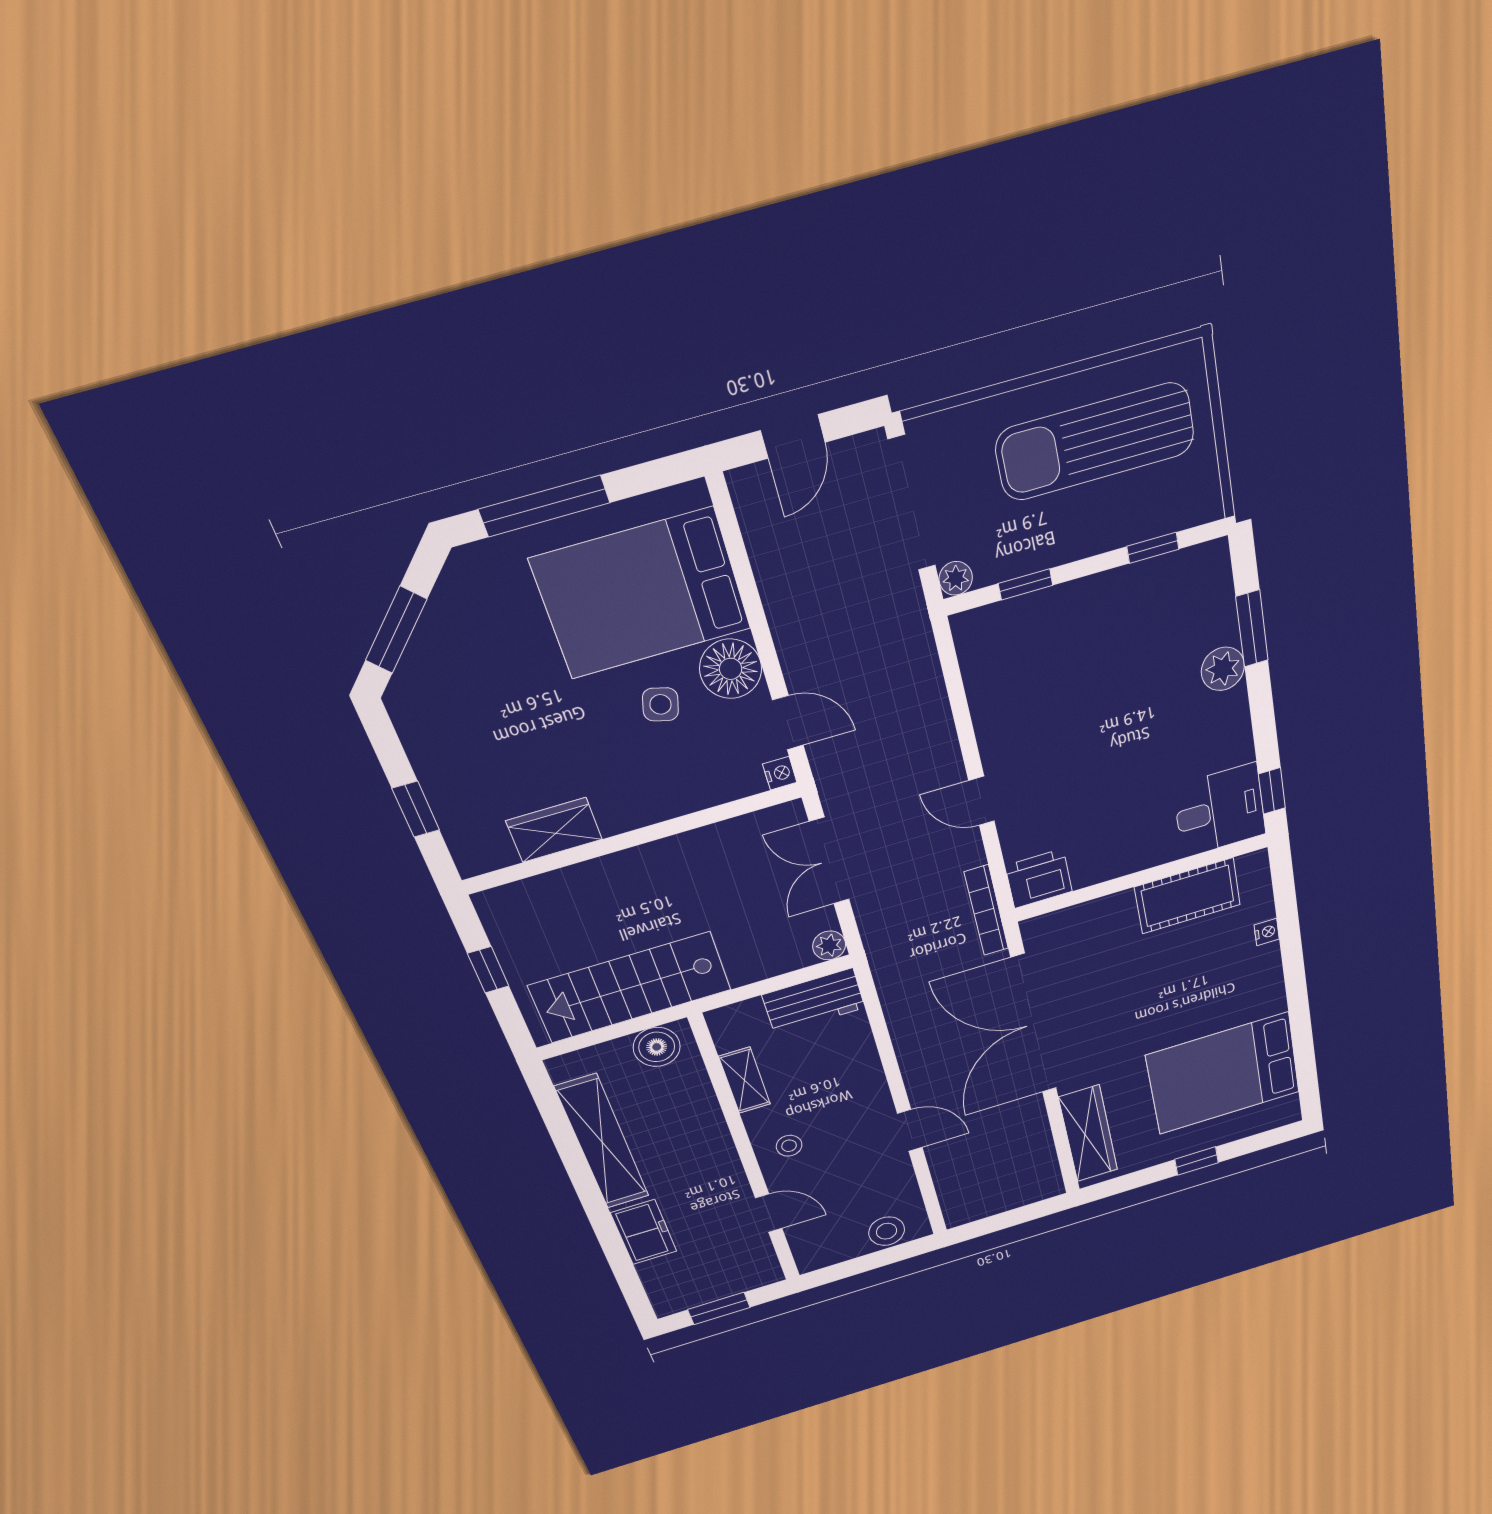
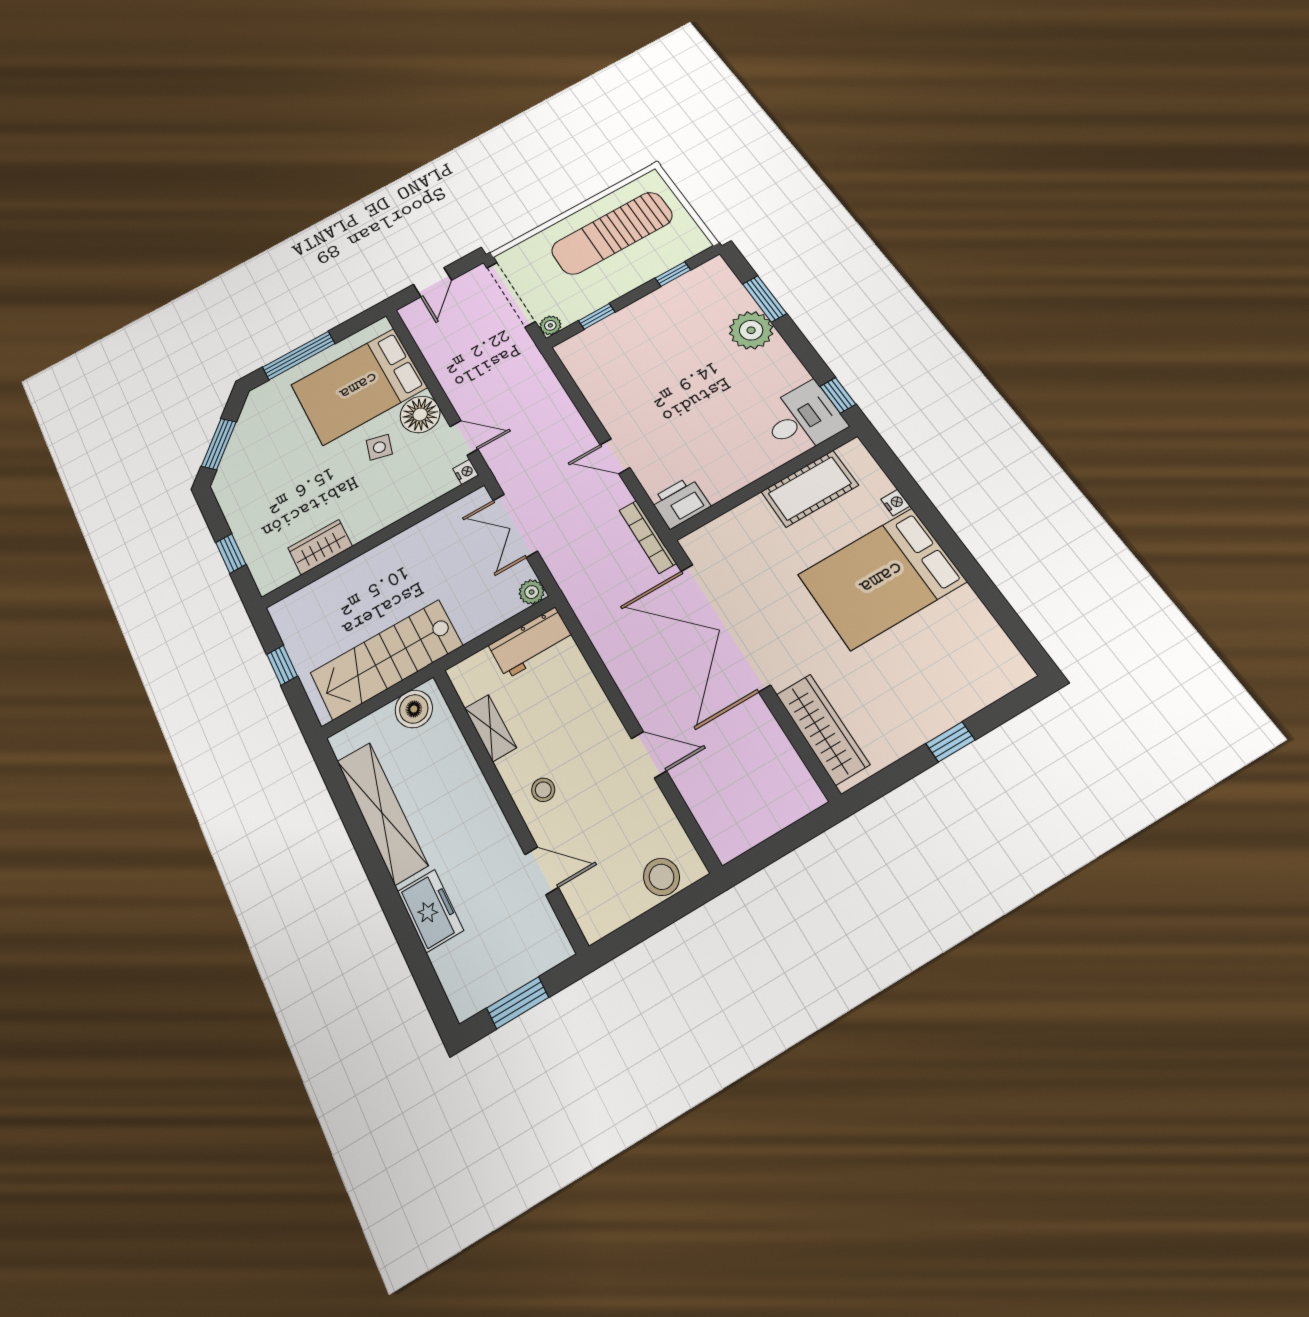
plant: (1223, 669) -> (751, 330), width x1.36, depth x1.36
bed: (1223, 1074) -> (882, 578), moved

